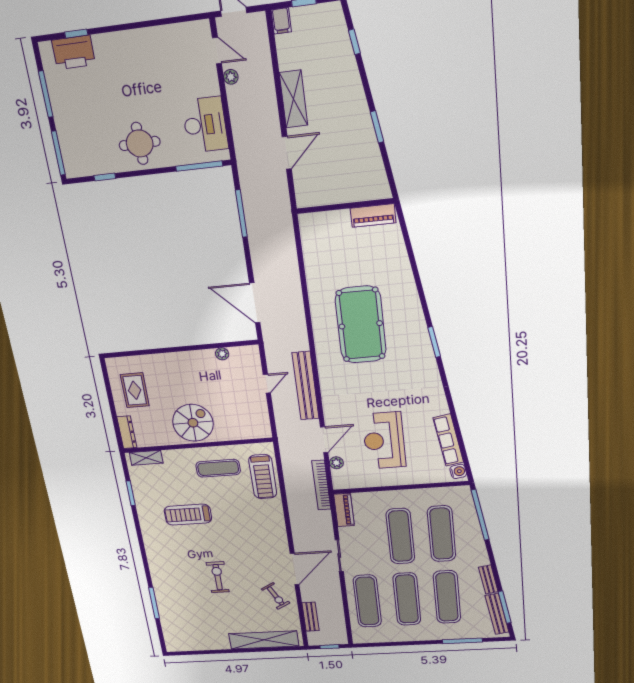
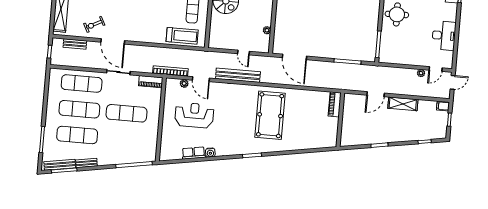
desk: (205, 125) -> (444, 36), moved, turned -90
door: (287, 153) -> (376, 94), hinge flipped
piano: (373, 215) -> (335, 104), moved
door: (255, 303) -> (294, 57), swing flipped
pool table: (361, 325) -> (270, 115), turned 90
row of seats: (448, 440) -> (194, 153), width x0.68
water cooler: (458, 471) -> (210, 153), moved
treadmill: (263, 477) -> (182, 36), turned 180
exercise mat: (441, 534) -> (124, 139), removed

